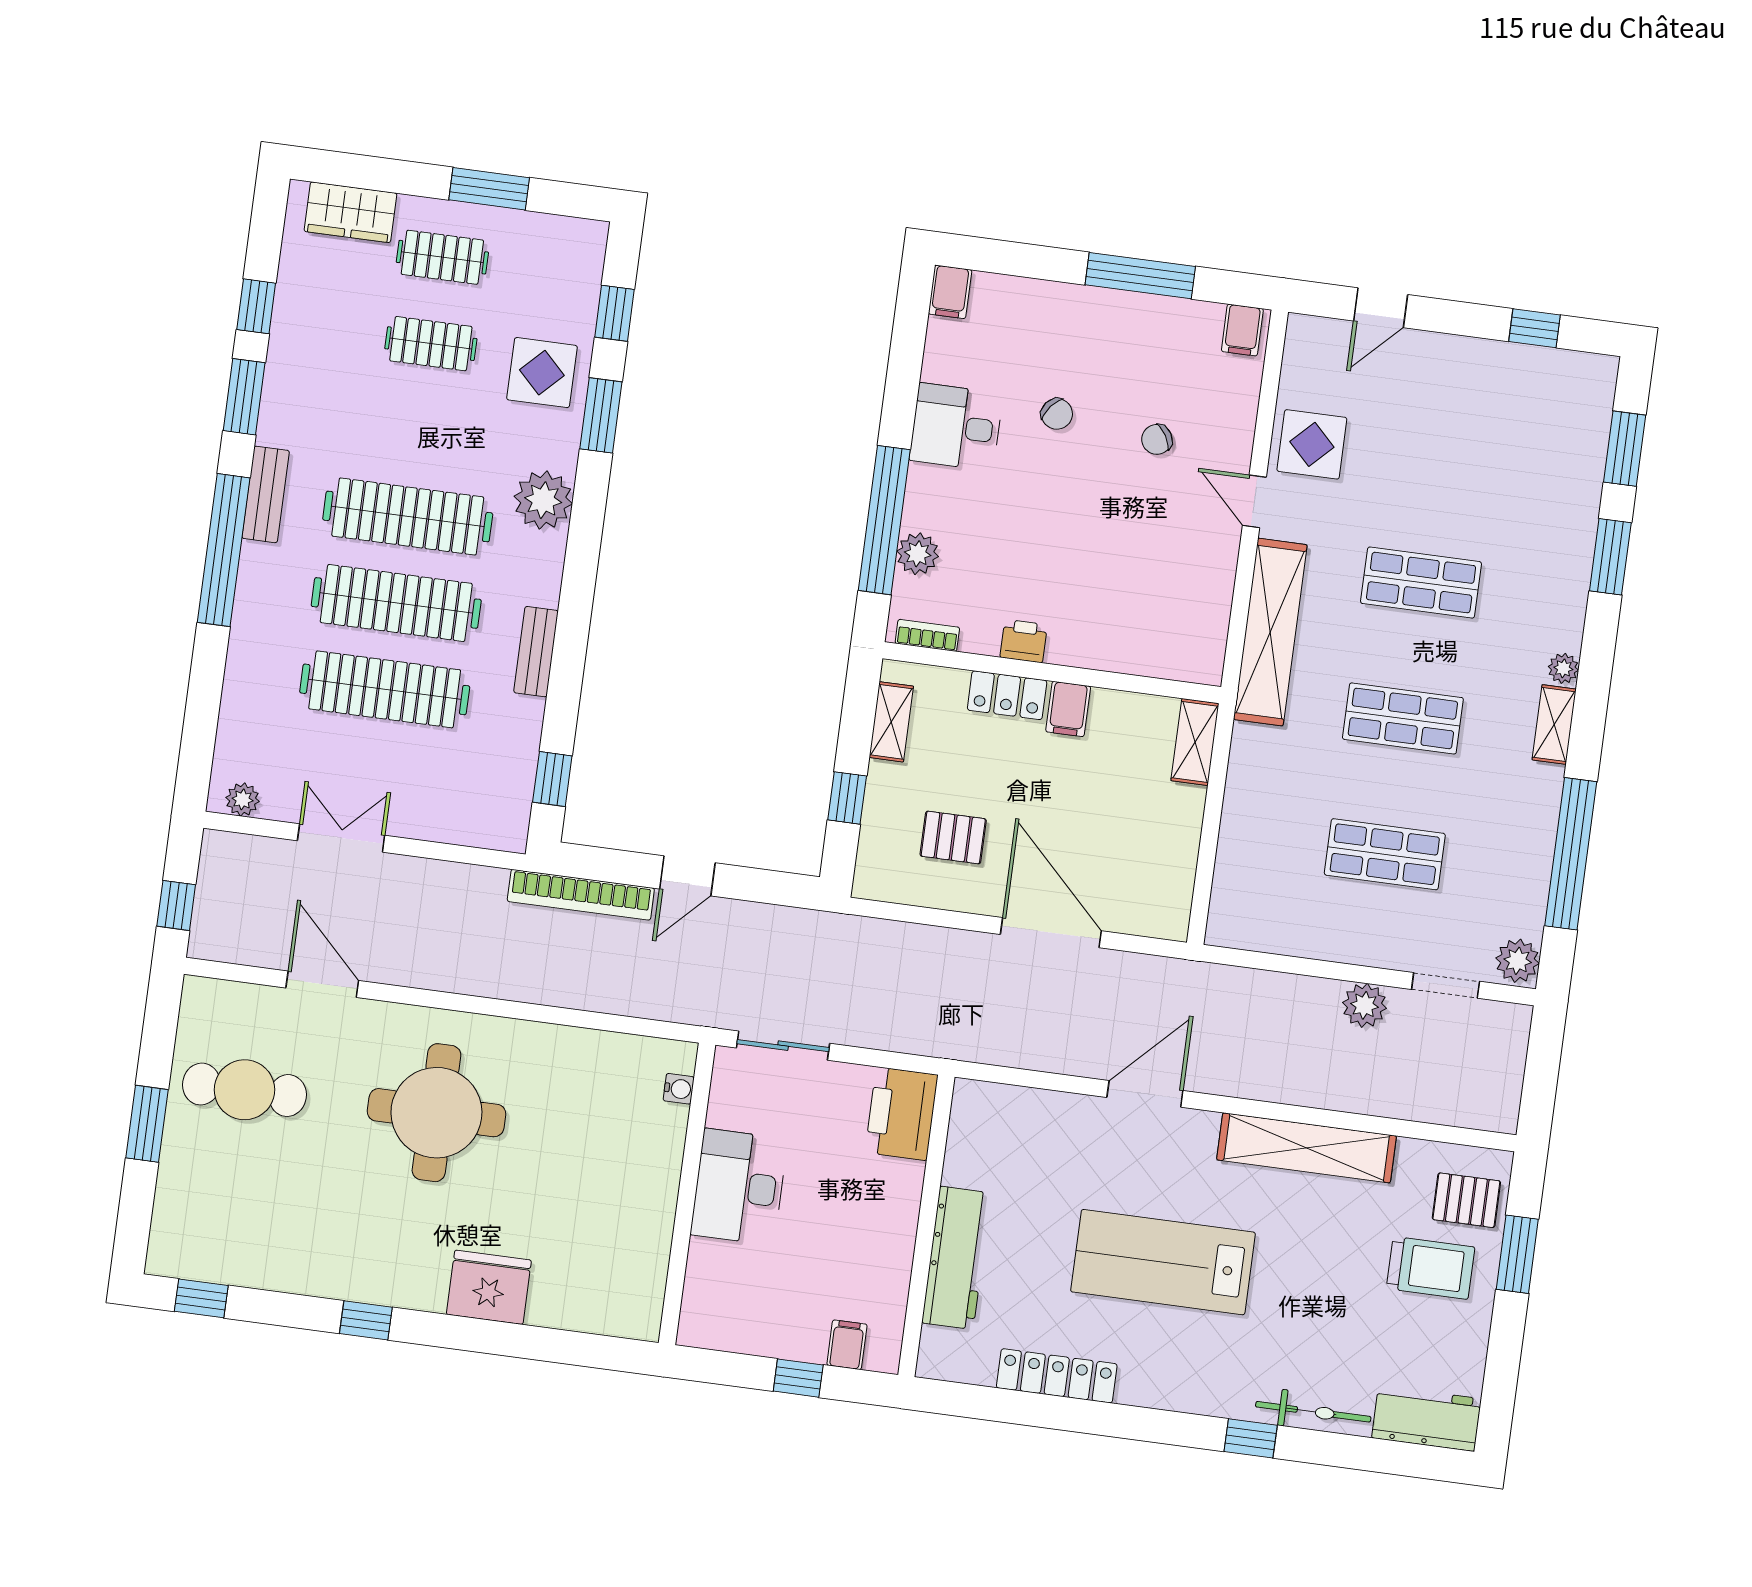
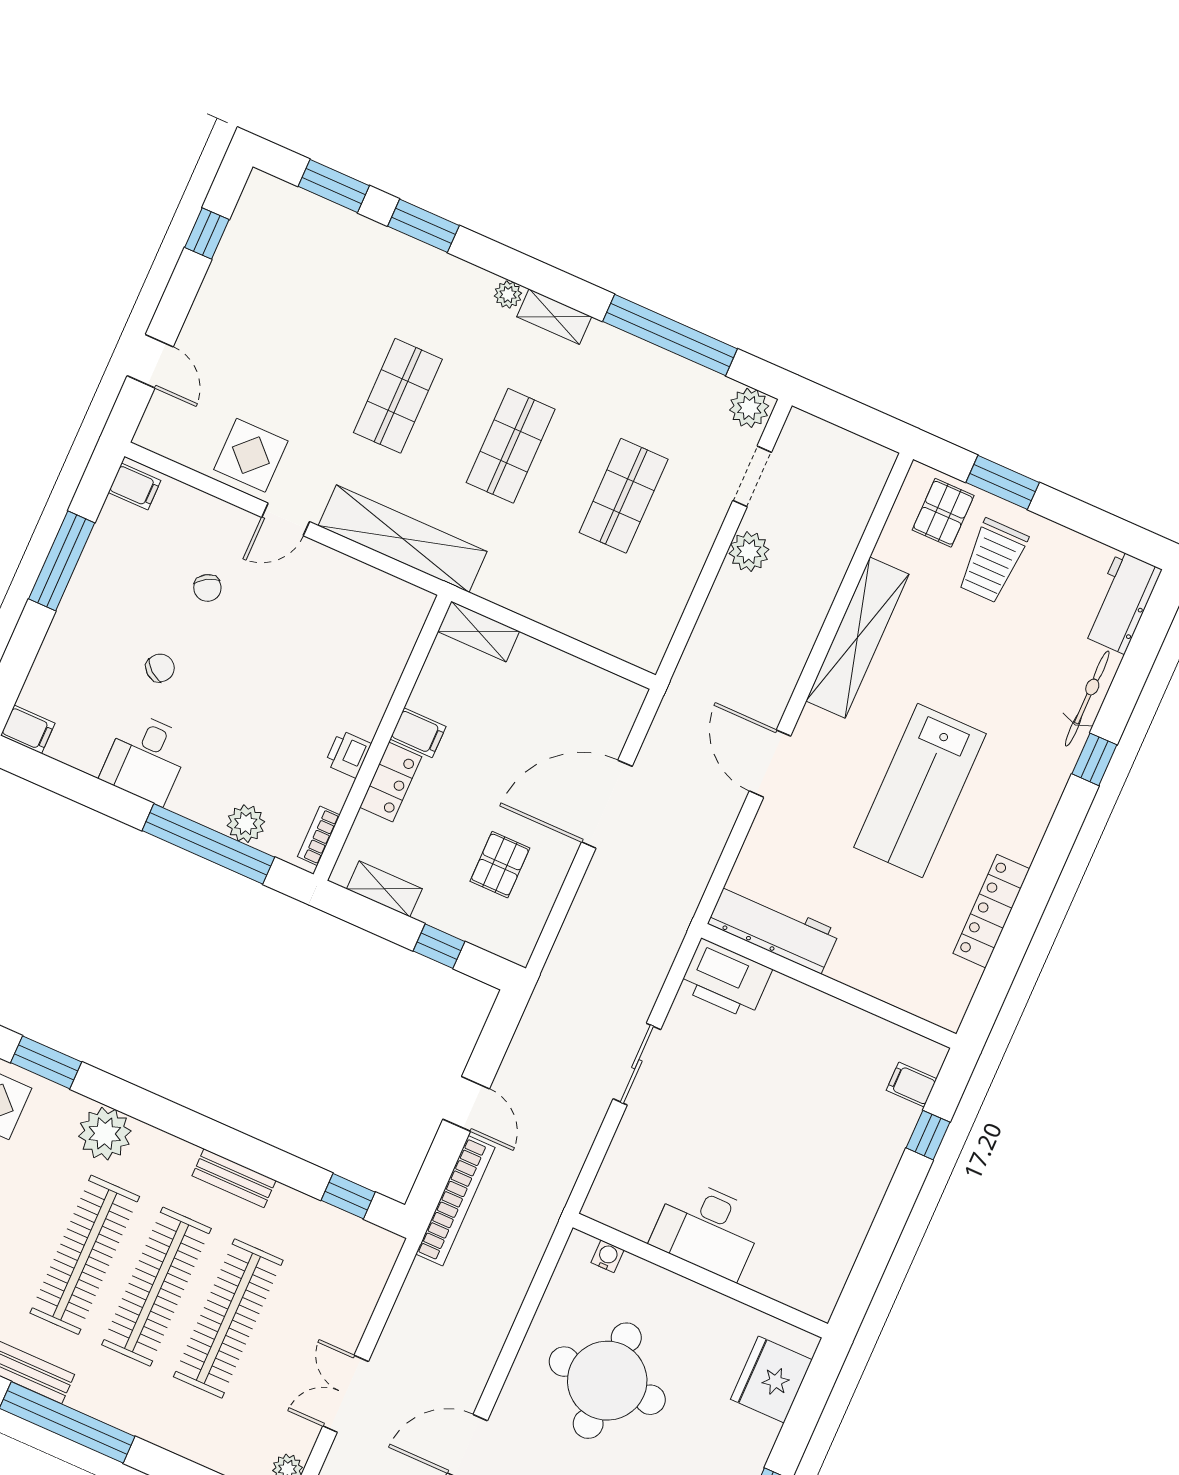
water cooler: (679, 1089) -> (607, 1256), moved
desk: (739, 1187) -> (707, 1229), moved
wall: (687, 1194) -> (700, 1276), moved
workbench: (957, 1258) -> (773, 928), moved
trolley: (1431, 1268) -> (993, 561), turned 180

